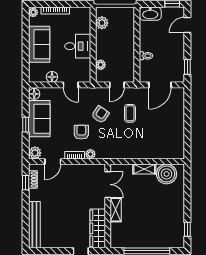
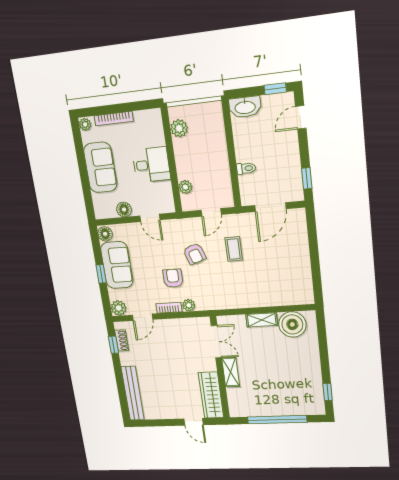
armchair: (100, 115) -> (194, 254), turned 127

